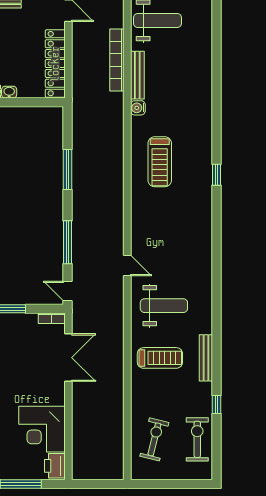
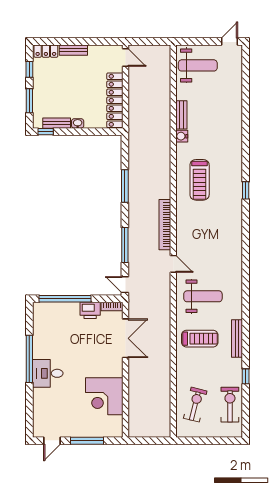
bookcase: (117, 60) -> (165, 225), moved
bench: (137, 75) -> (181, 115), width x0.73
printer: (55, 466) -> (90, 310), moved, turned -90

